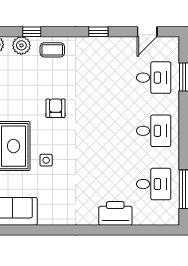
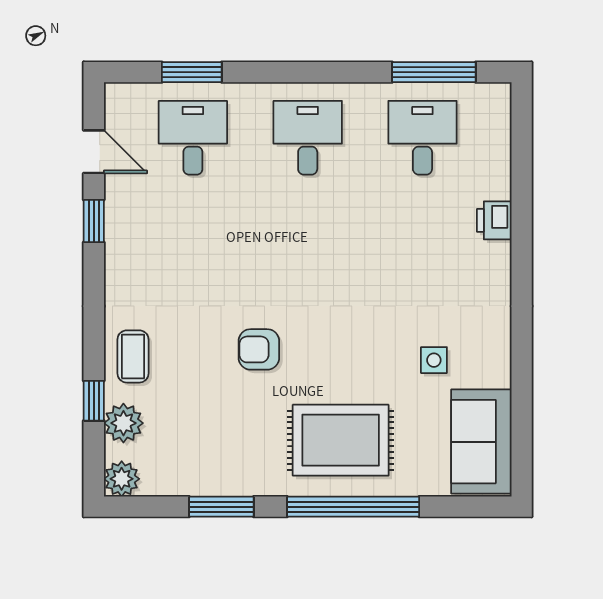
window: (98, 32) -> (94, 221), moved
side table: (46, 160) -> (434, 360), moved
printer: (115, 213) -> (494, 220), width x0.53, depth x0.68

